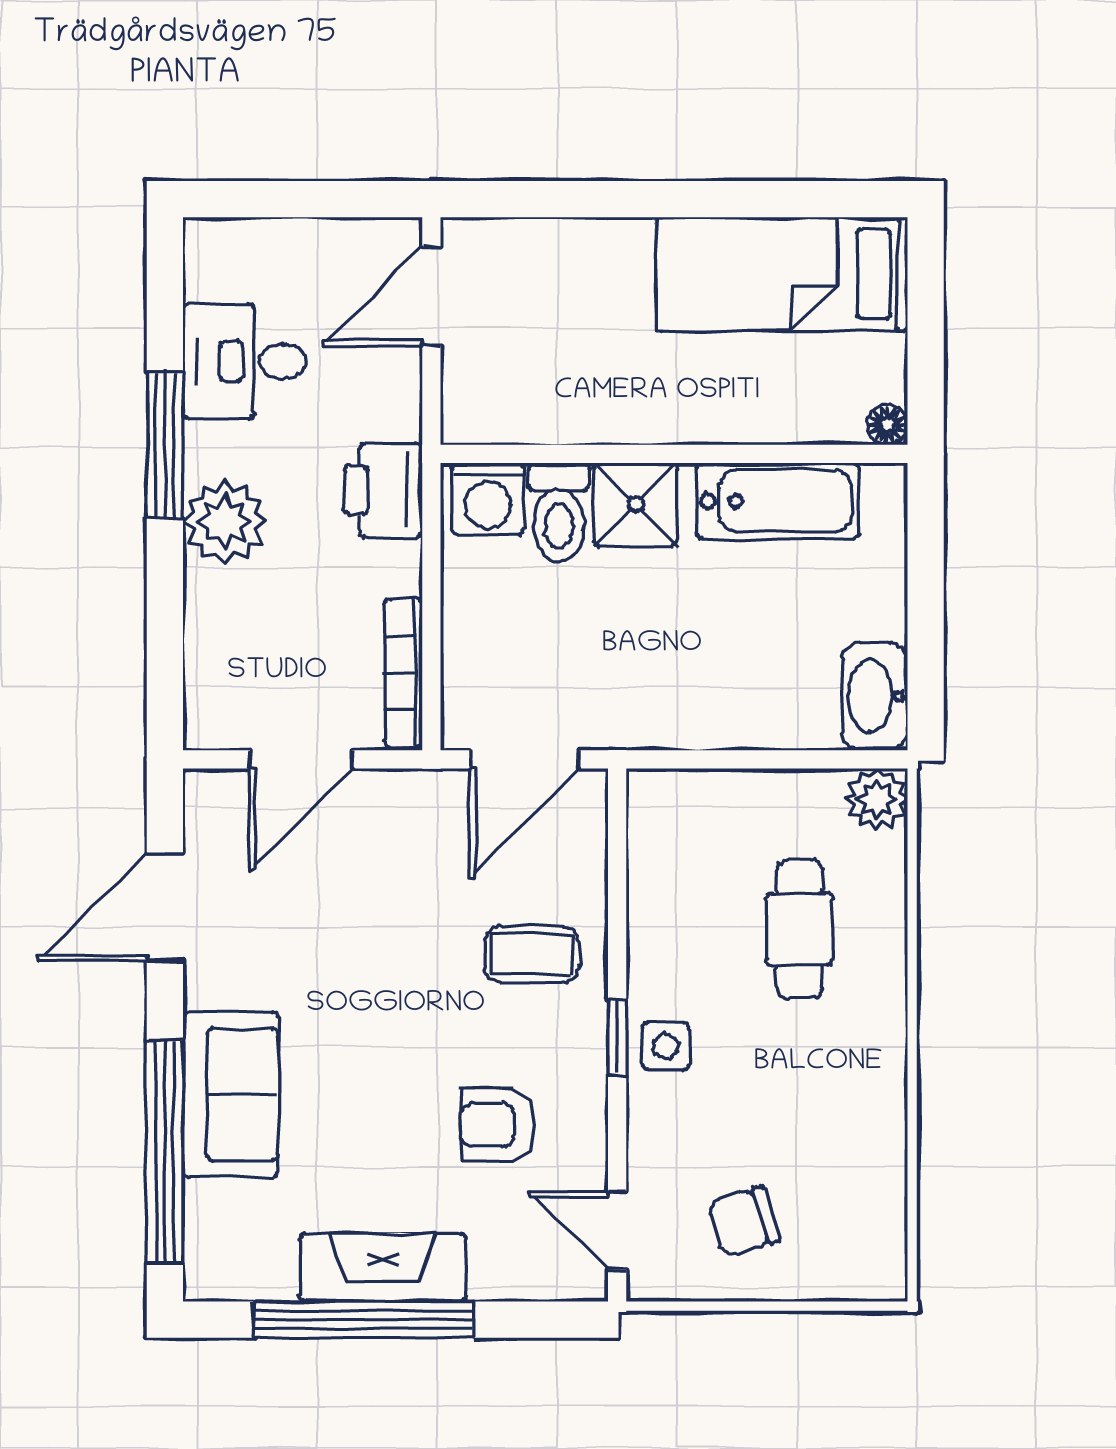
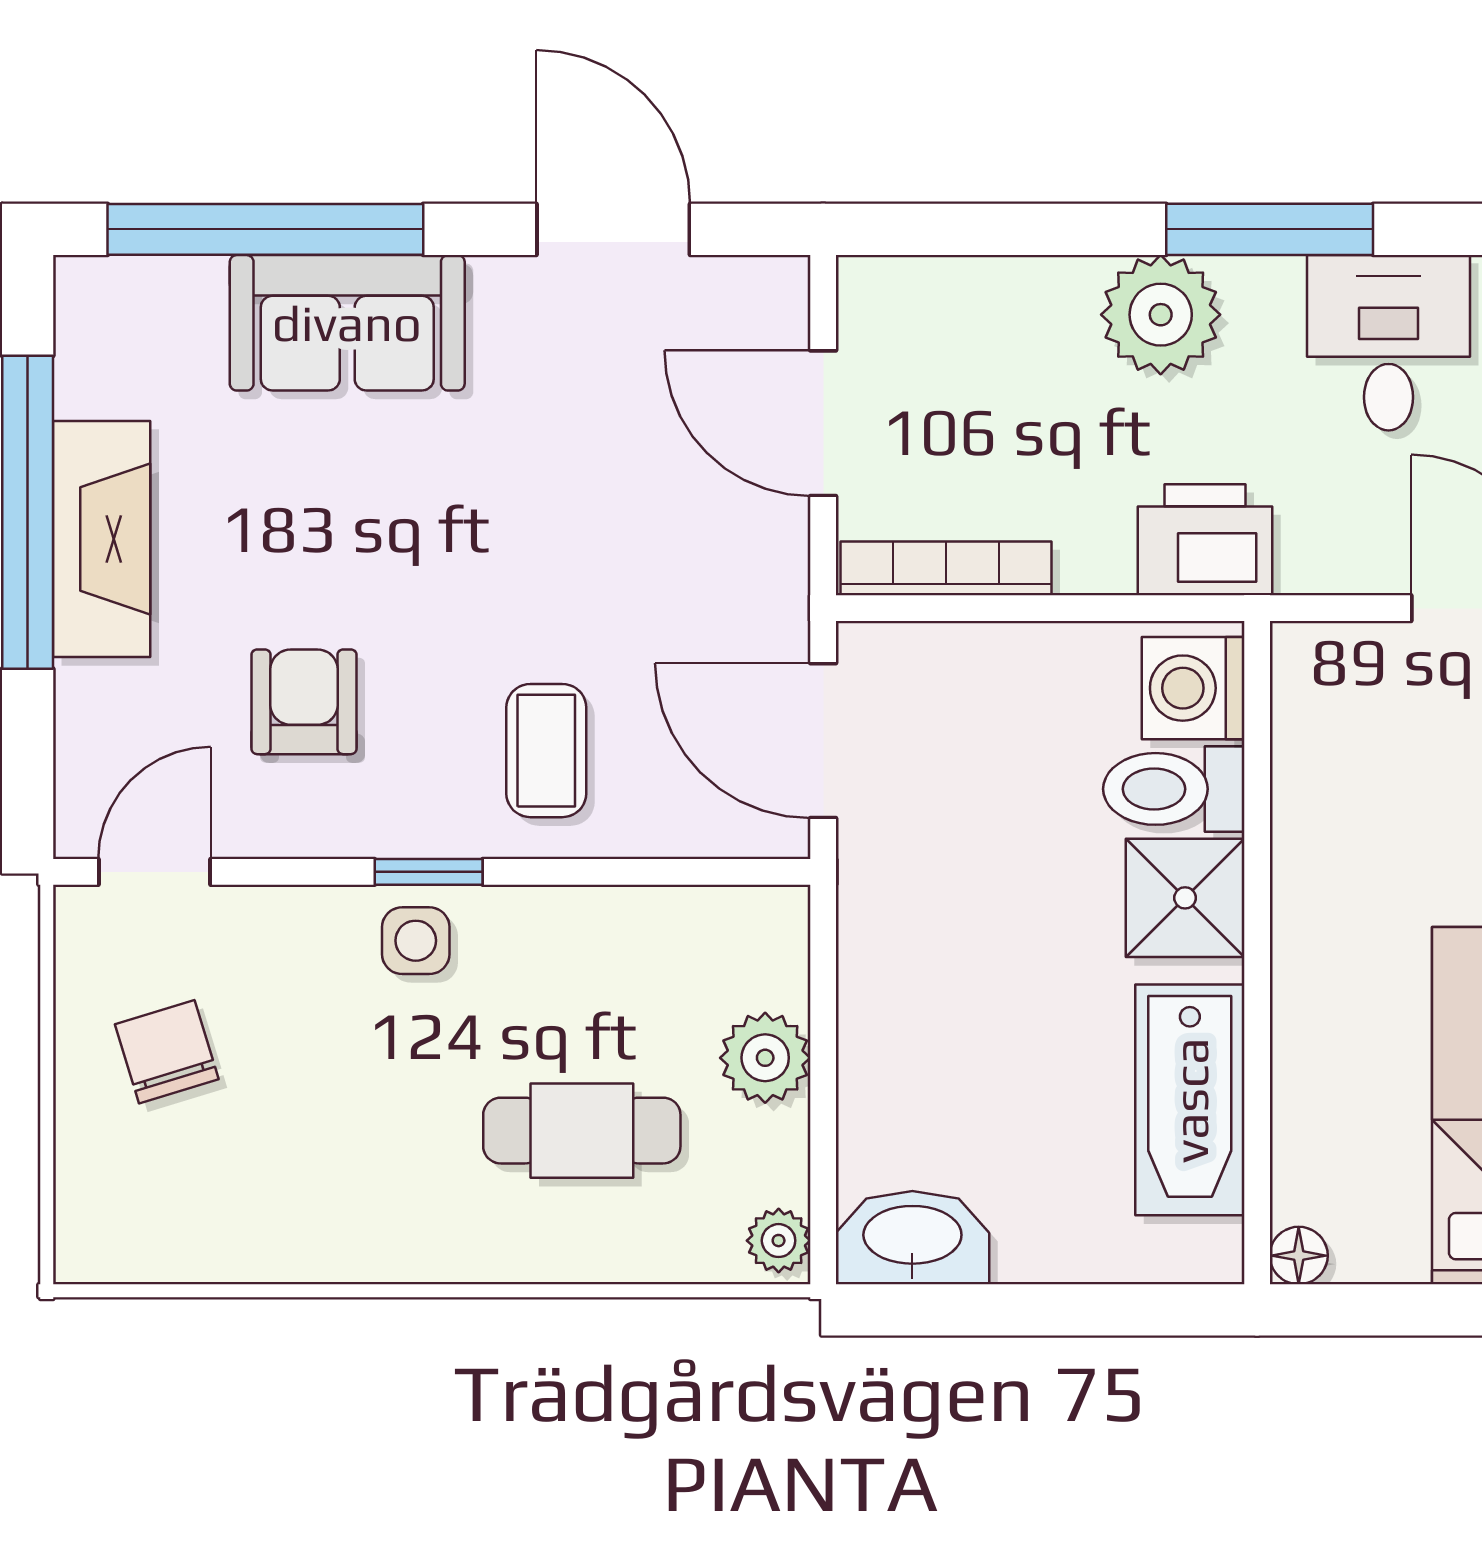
plant: (877, 799) -> (779, 1241), width x0.73, depth x0.73
plant: (748, 800) -> (765, 1058), added

